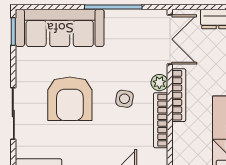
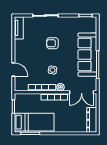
sofa: (60, 28) -> (87, 55), moved
armchair: (70, 99) -> (52, 43), width x0.53, depth x0.53

